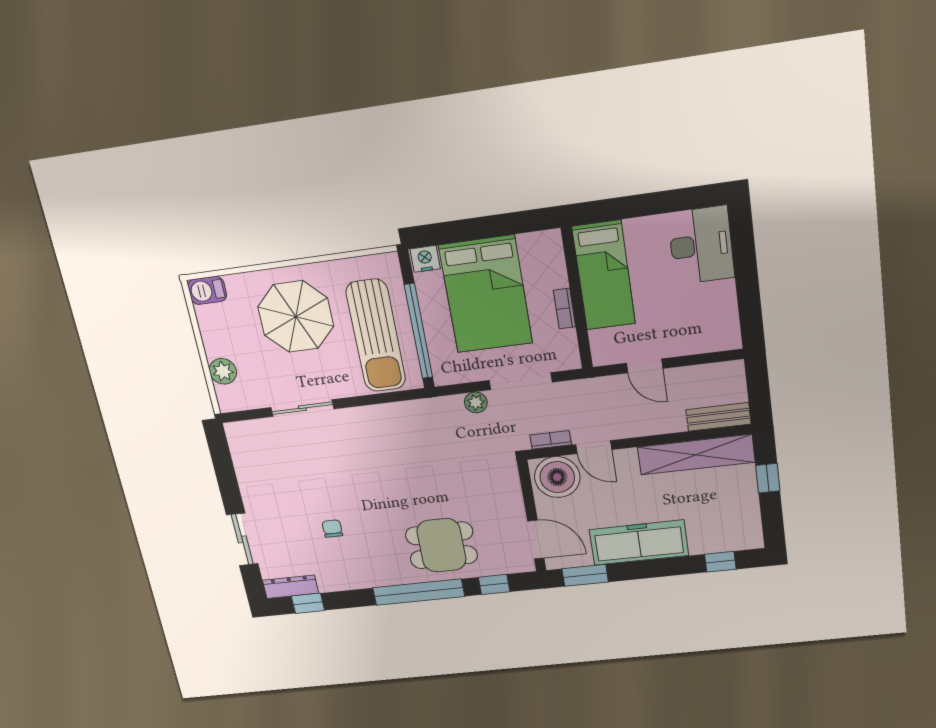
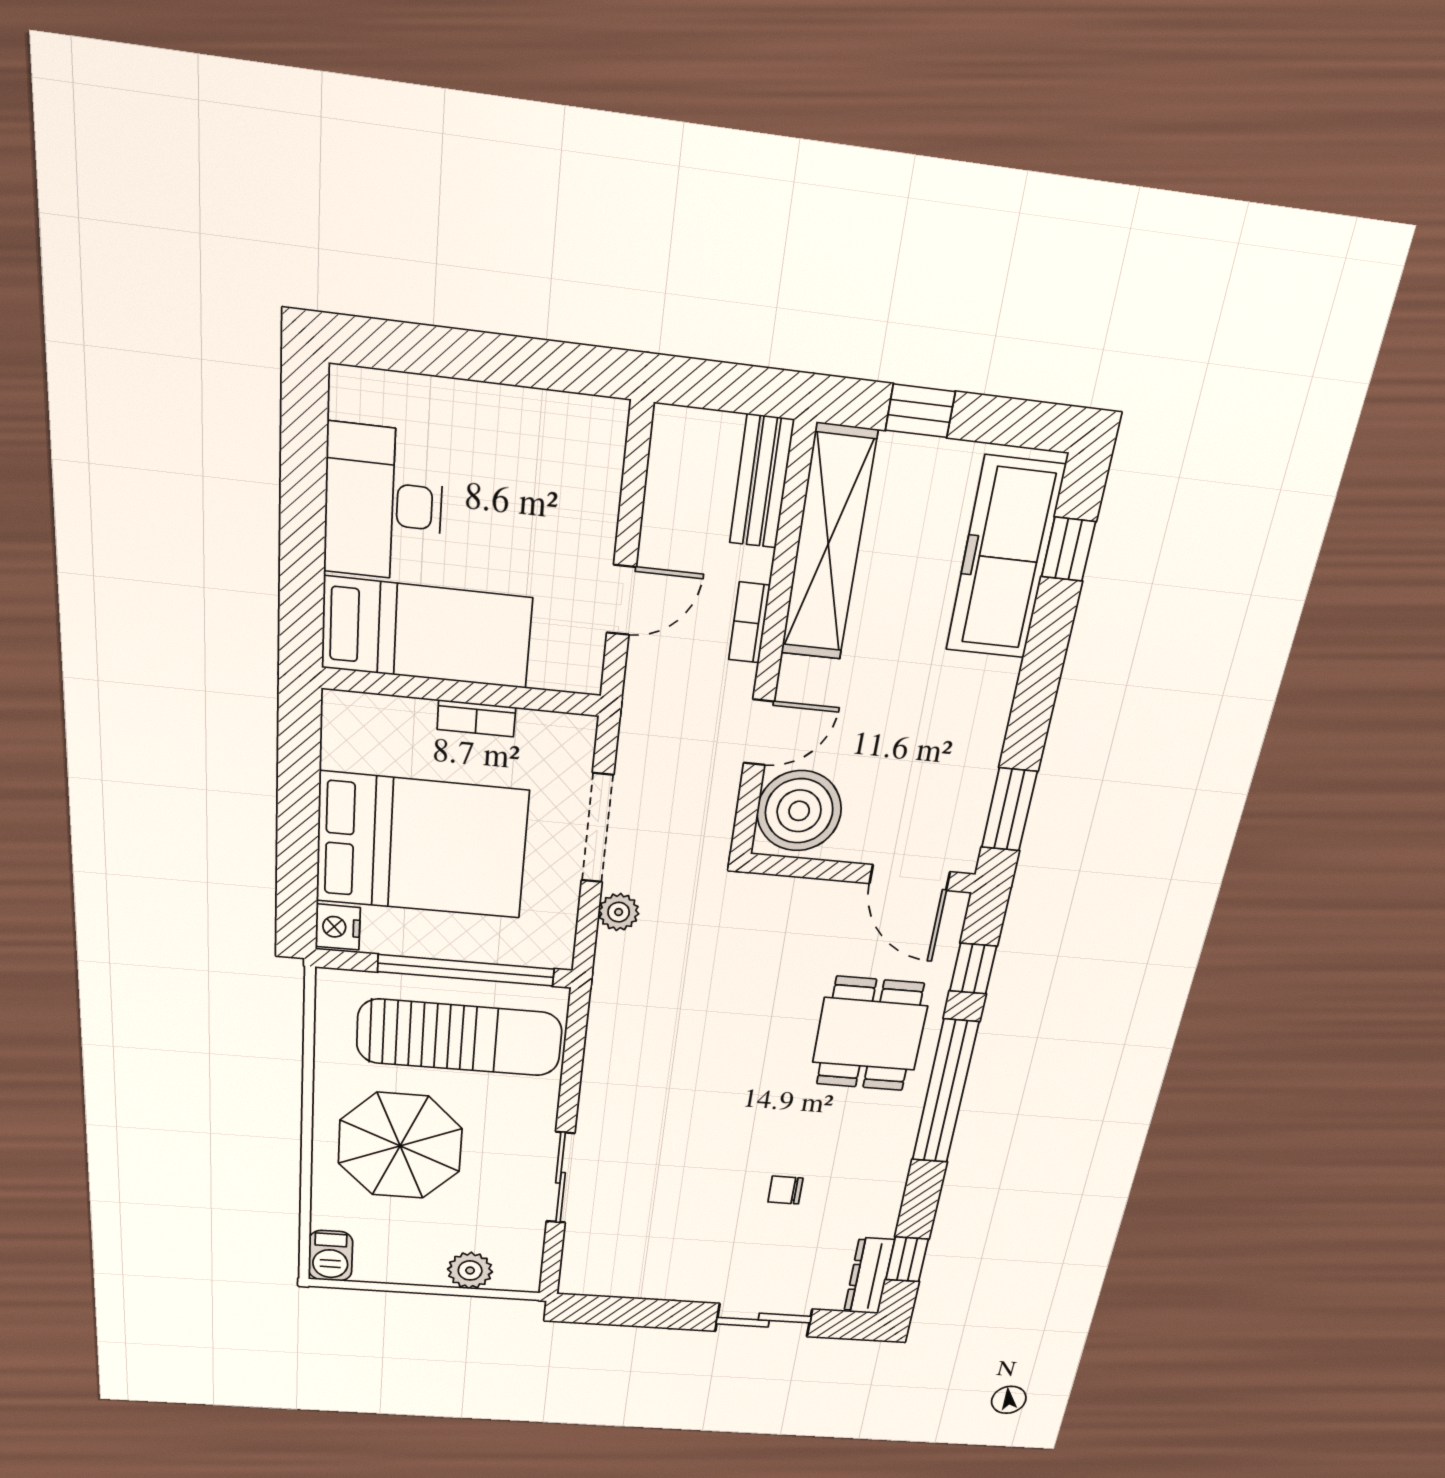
desk: (701, 245) -> (383, 503), moved, turned -90
bookcase: (551, 440) -> (749, 623), moved
door: (536, 540) -> (910, 878), swing flipped
freezer: (639, 543) -> (1005, 559), moved

